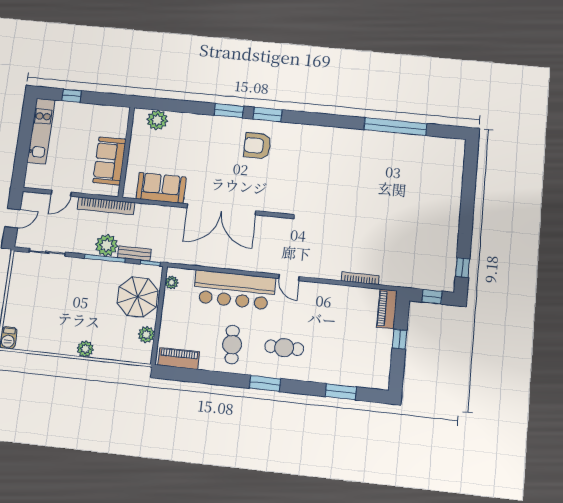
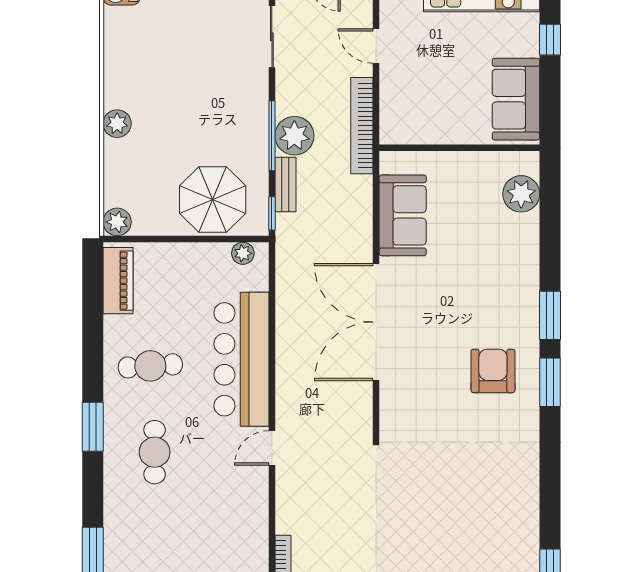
sofa: (109, 161) -> (516, 99), moved, turned -90
plant: (146, 335) -> (117, 222), moved

